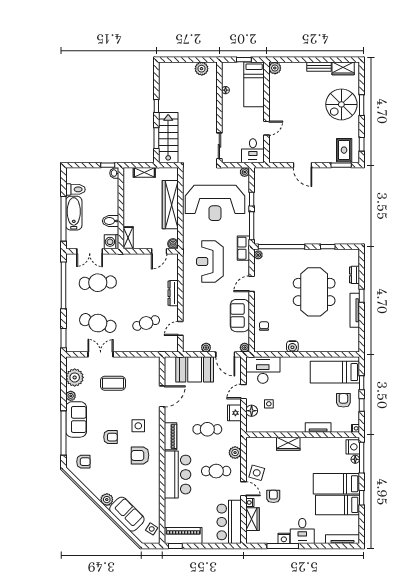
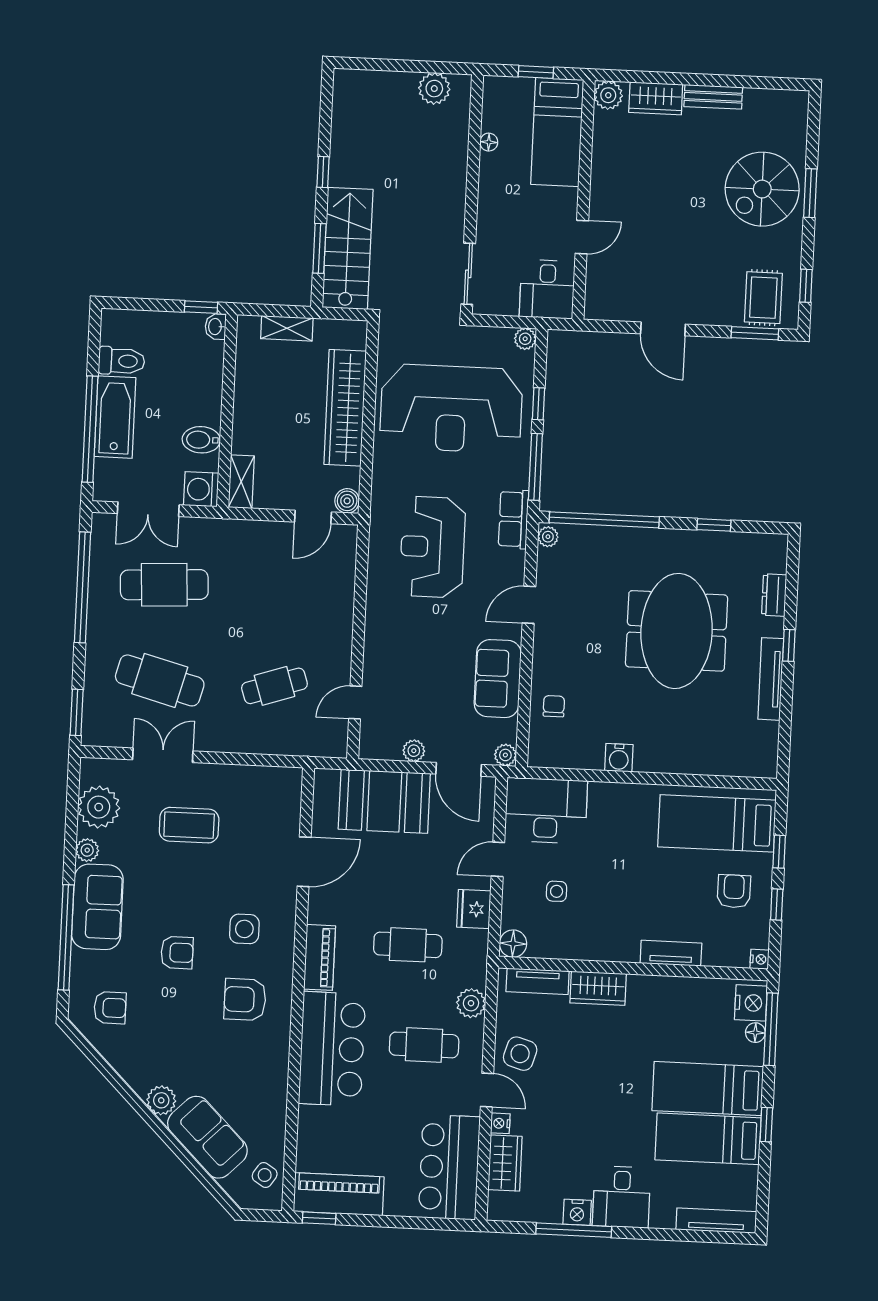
wardrobe: (343, 68) -> (656, 98), moved
dresser: (173, 293) -> (342, 618), removed
floor lamp: (252, 411) -> (513, 944), moved
tv unit: (263, 442) -> (538, 981), added
armchair: (273, 496) -> (557, 1112), removed

